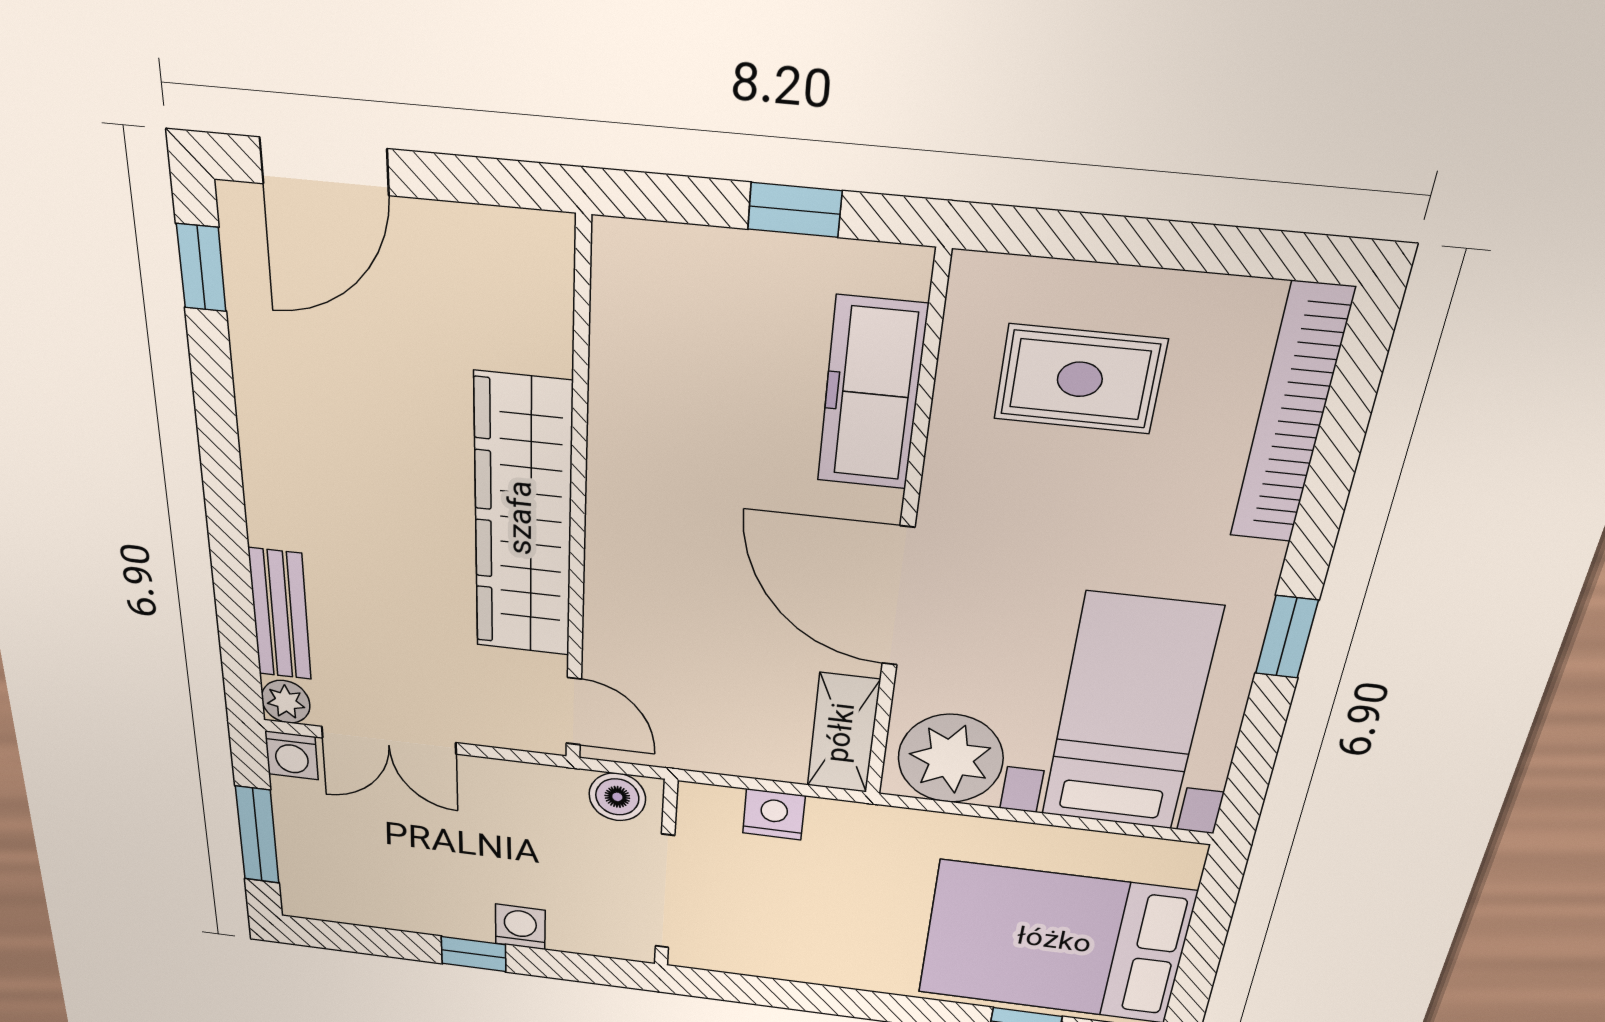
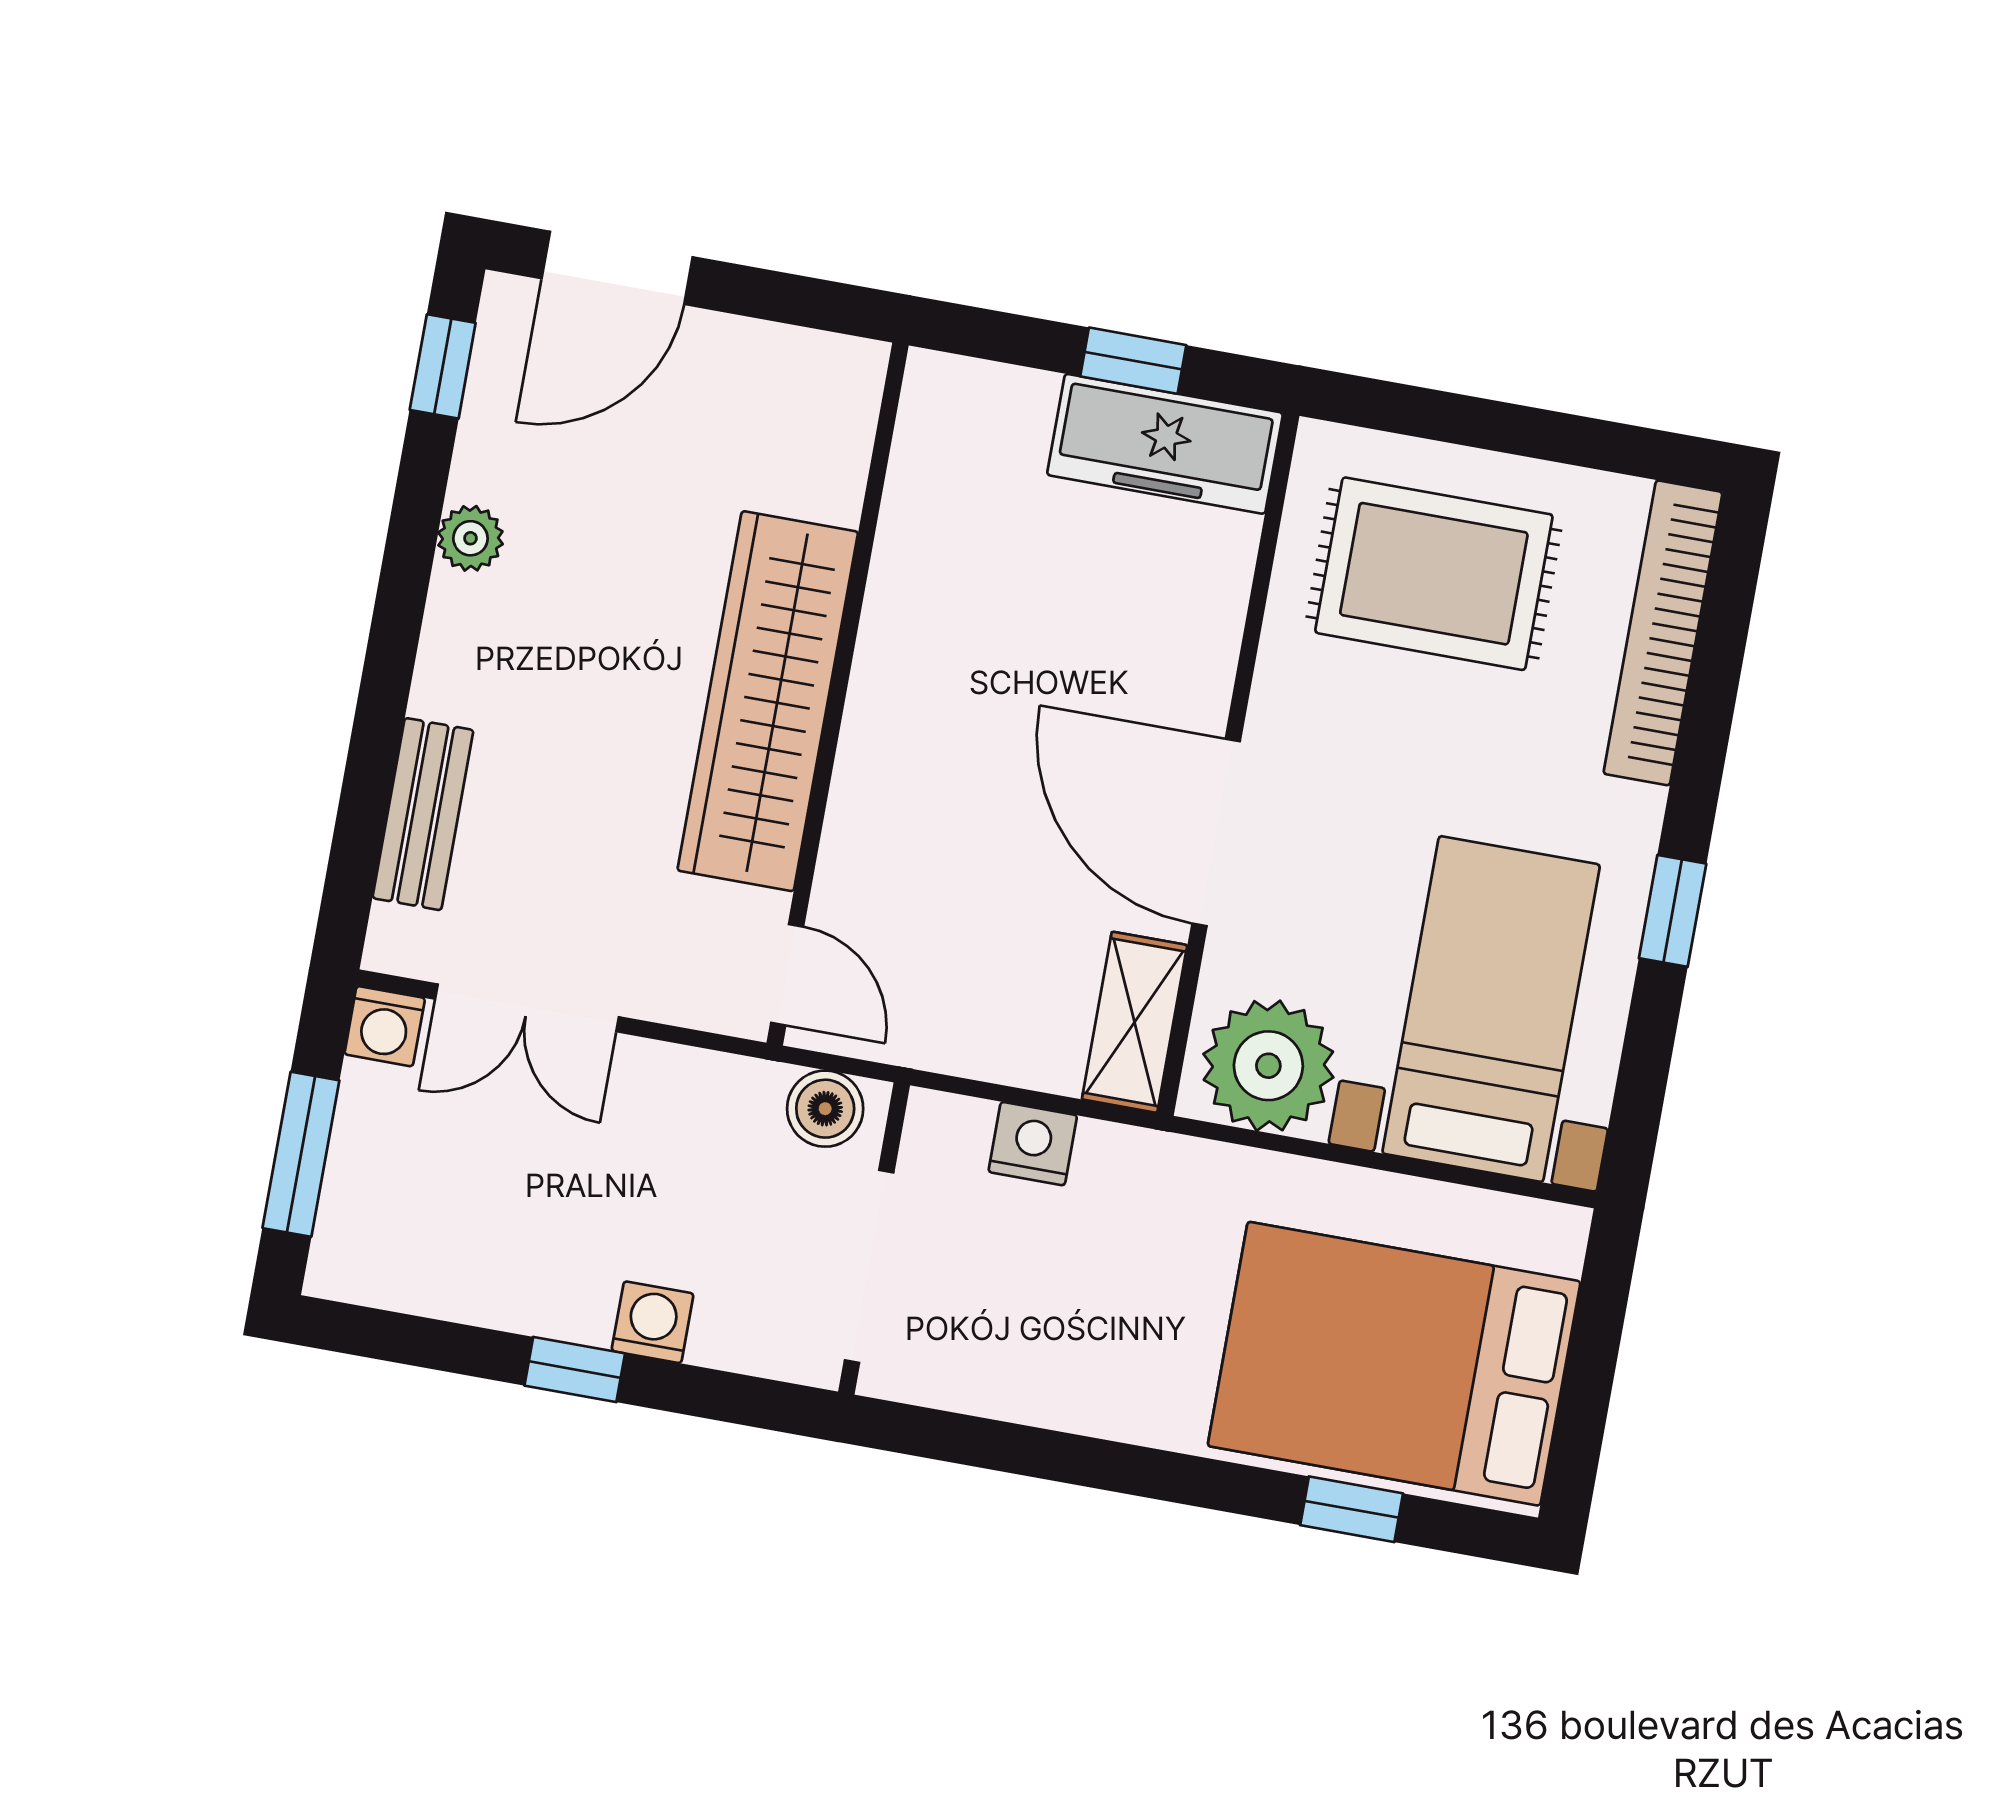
rug: (1080, 379) -> (1434, 574), width x1.36, depth x1.43
freezer: (872, 394) -> (1165, 444), moved, turned -90
plant: (286, 702) -> (470, 538), moved

